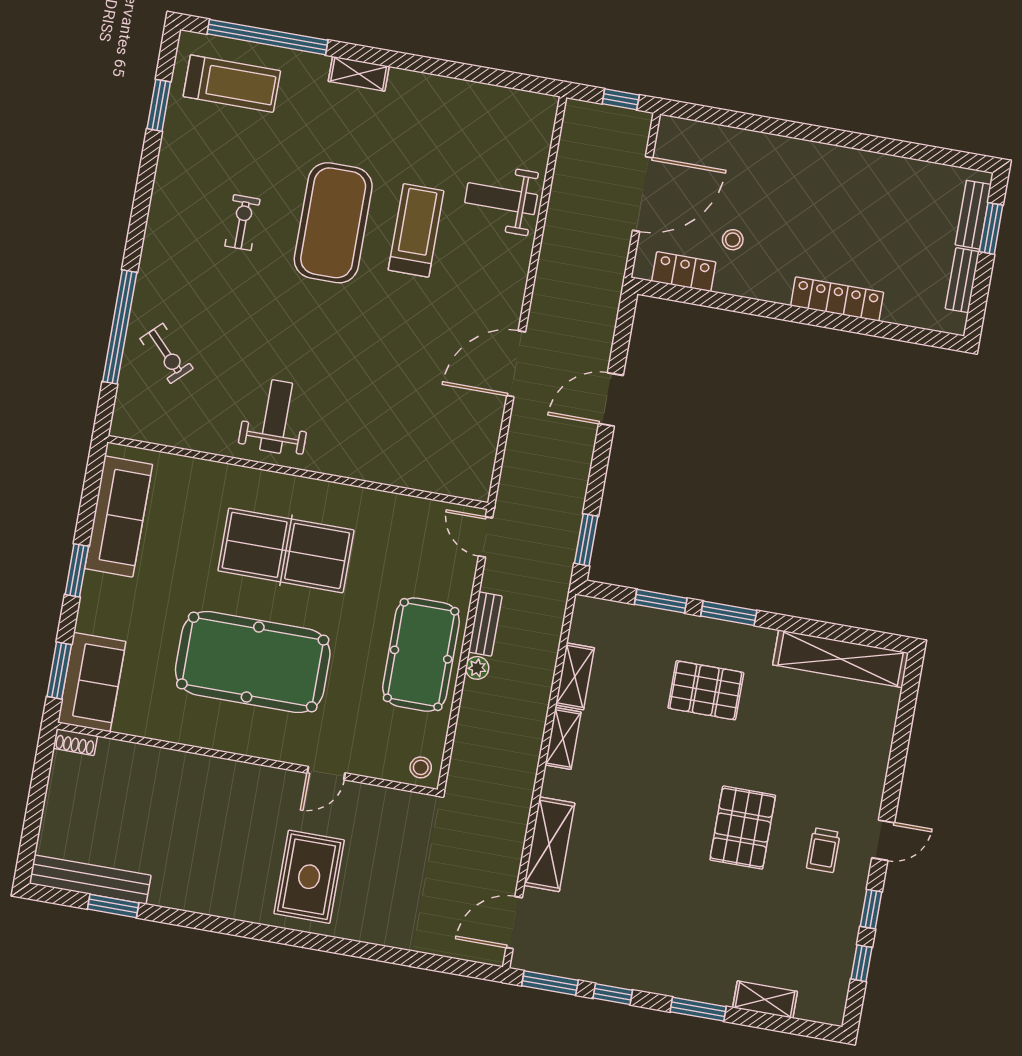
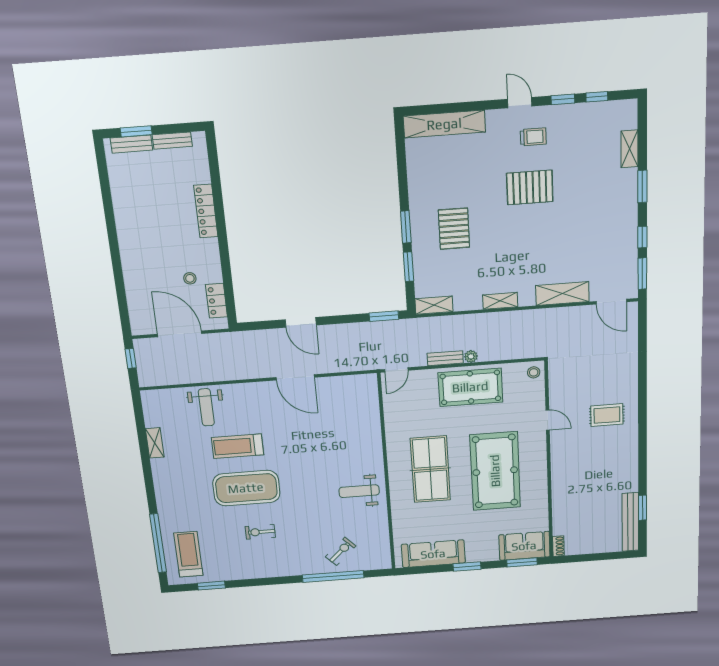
shelving: (359, 74) -> (155, 443), moved
shelving: (841, 659) -> (444, 124), moved, turned 90
shelving: (575, 676) -> (434, 305), moved
rug: (309, 877) -> (607, 415), width x0.73, depth x0.70

